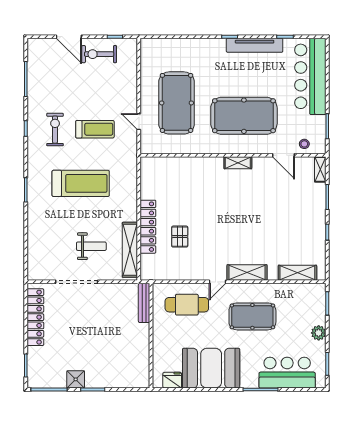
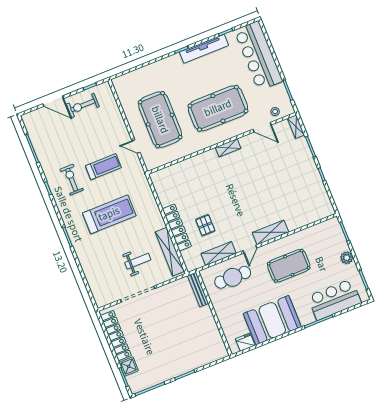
shelving: (297, 273) -> (219, 253), moved
shower: (76, 379) -> (129, 367), moved

